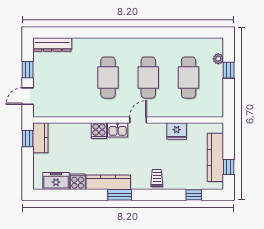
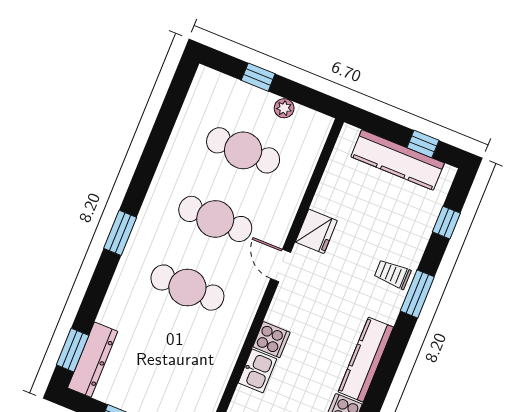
window: (53, 32) -> (73, 350), added
window: (122, 32) -> (120, 233), added
plant: (218, 59) -> (284, 108), moved
kitchen sink: (118, 130) -> (257, 371), moved
fridge: (177, 131) -> (316, 231), moved
window: (120, 195) -> (417, 294), moved

